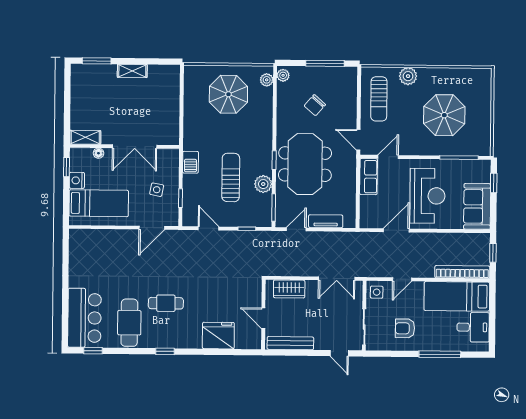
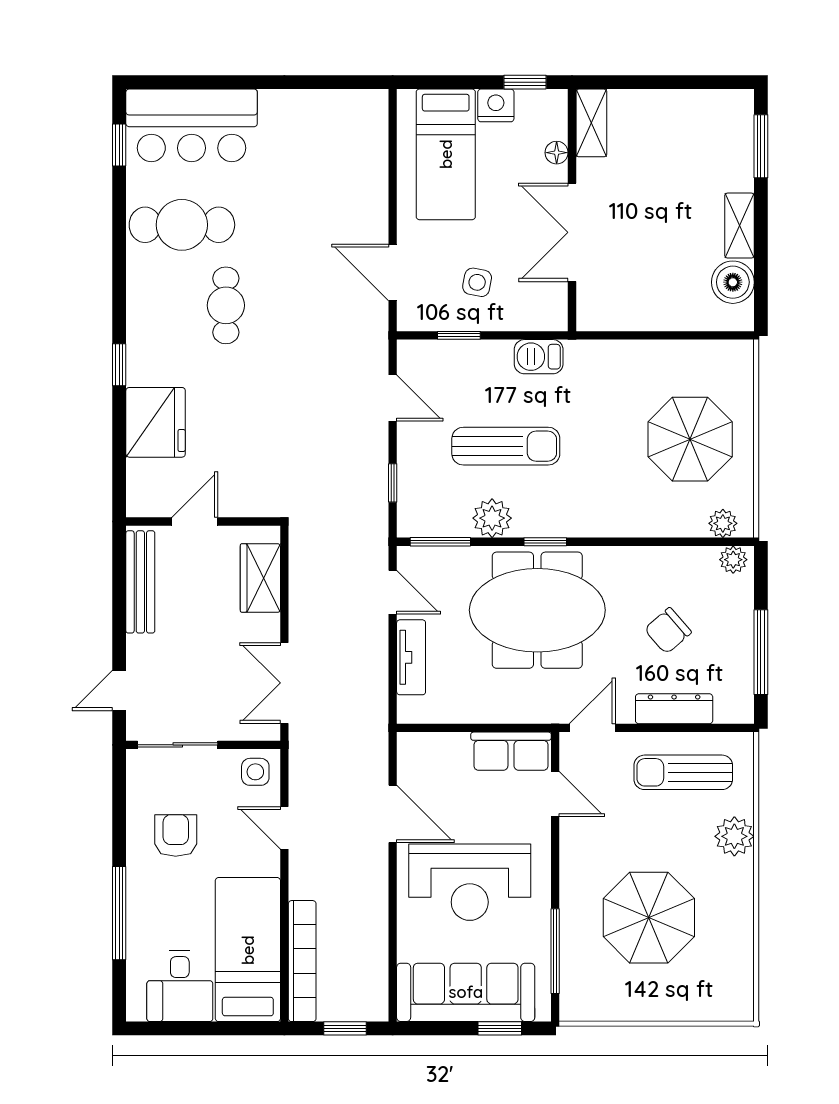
boiler: (158, 74) -> (733, 282), added
dresser: (350, 103) -> (674, 709), added
chair: (315, 105) -> (668, 631), turned -82
sofa: (477, 206) -> (466, 992), width x1.36
door: (209, 228) -> (393, 398), hinge flipped
window: (165, 351) -> (119, 365), moved

